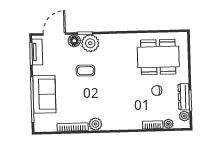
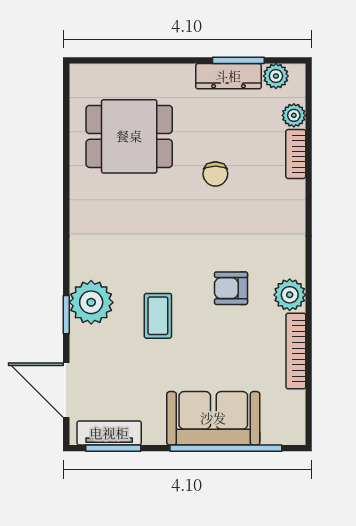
floor lamp: (74, 41) -> (84, 341), removed
dining table: (158, 57) -> (129, 136), width x0.73
chair: (157, 91) -> (215, 174), moved
armchair: (98, 100) -> (231, 288), added

